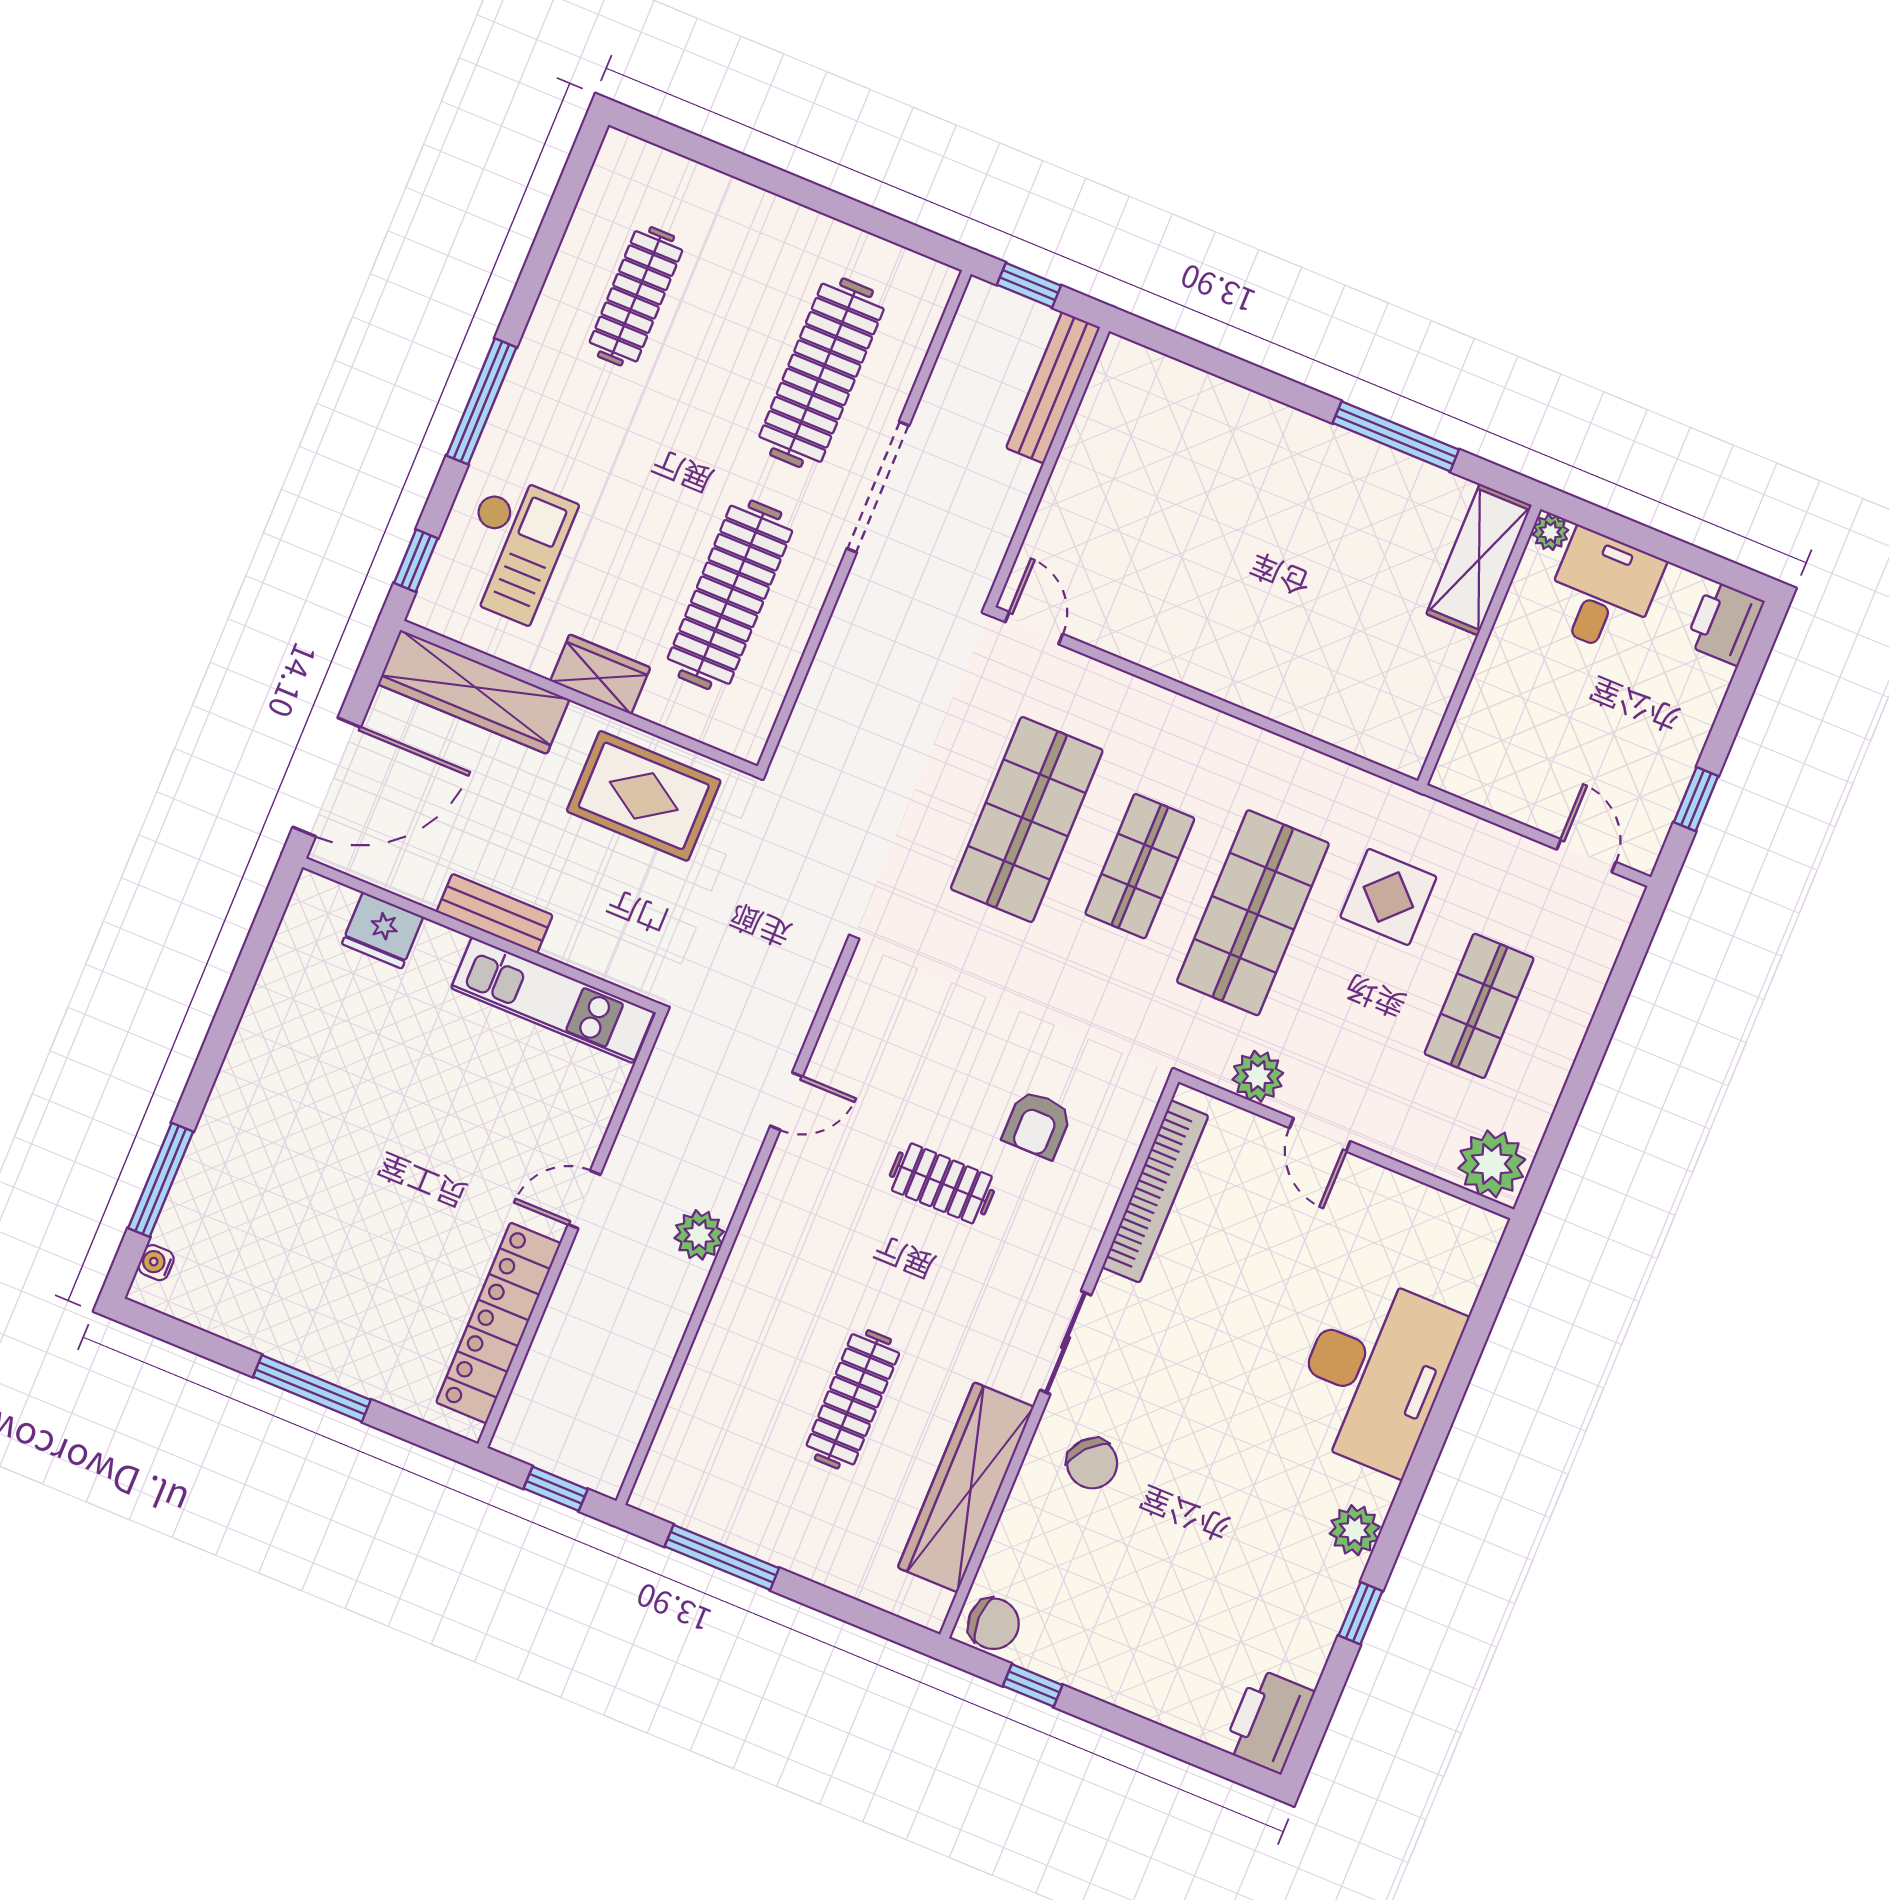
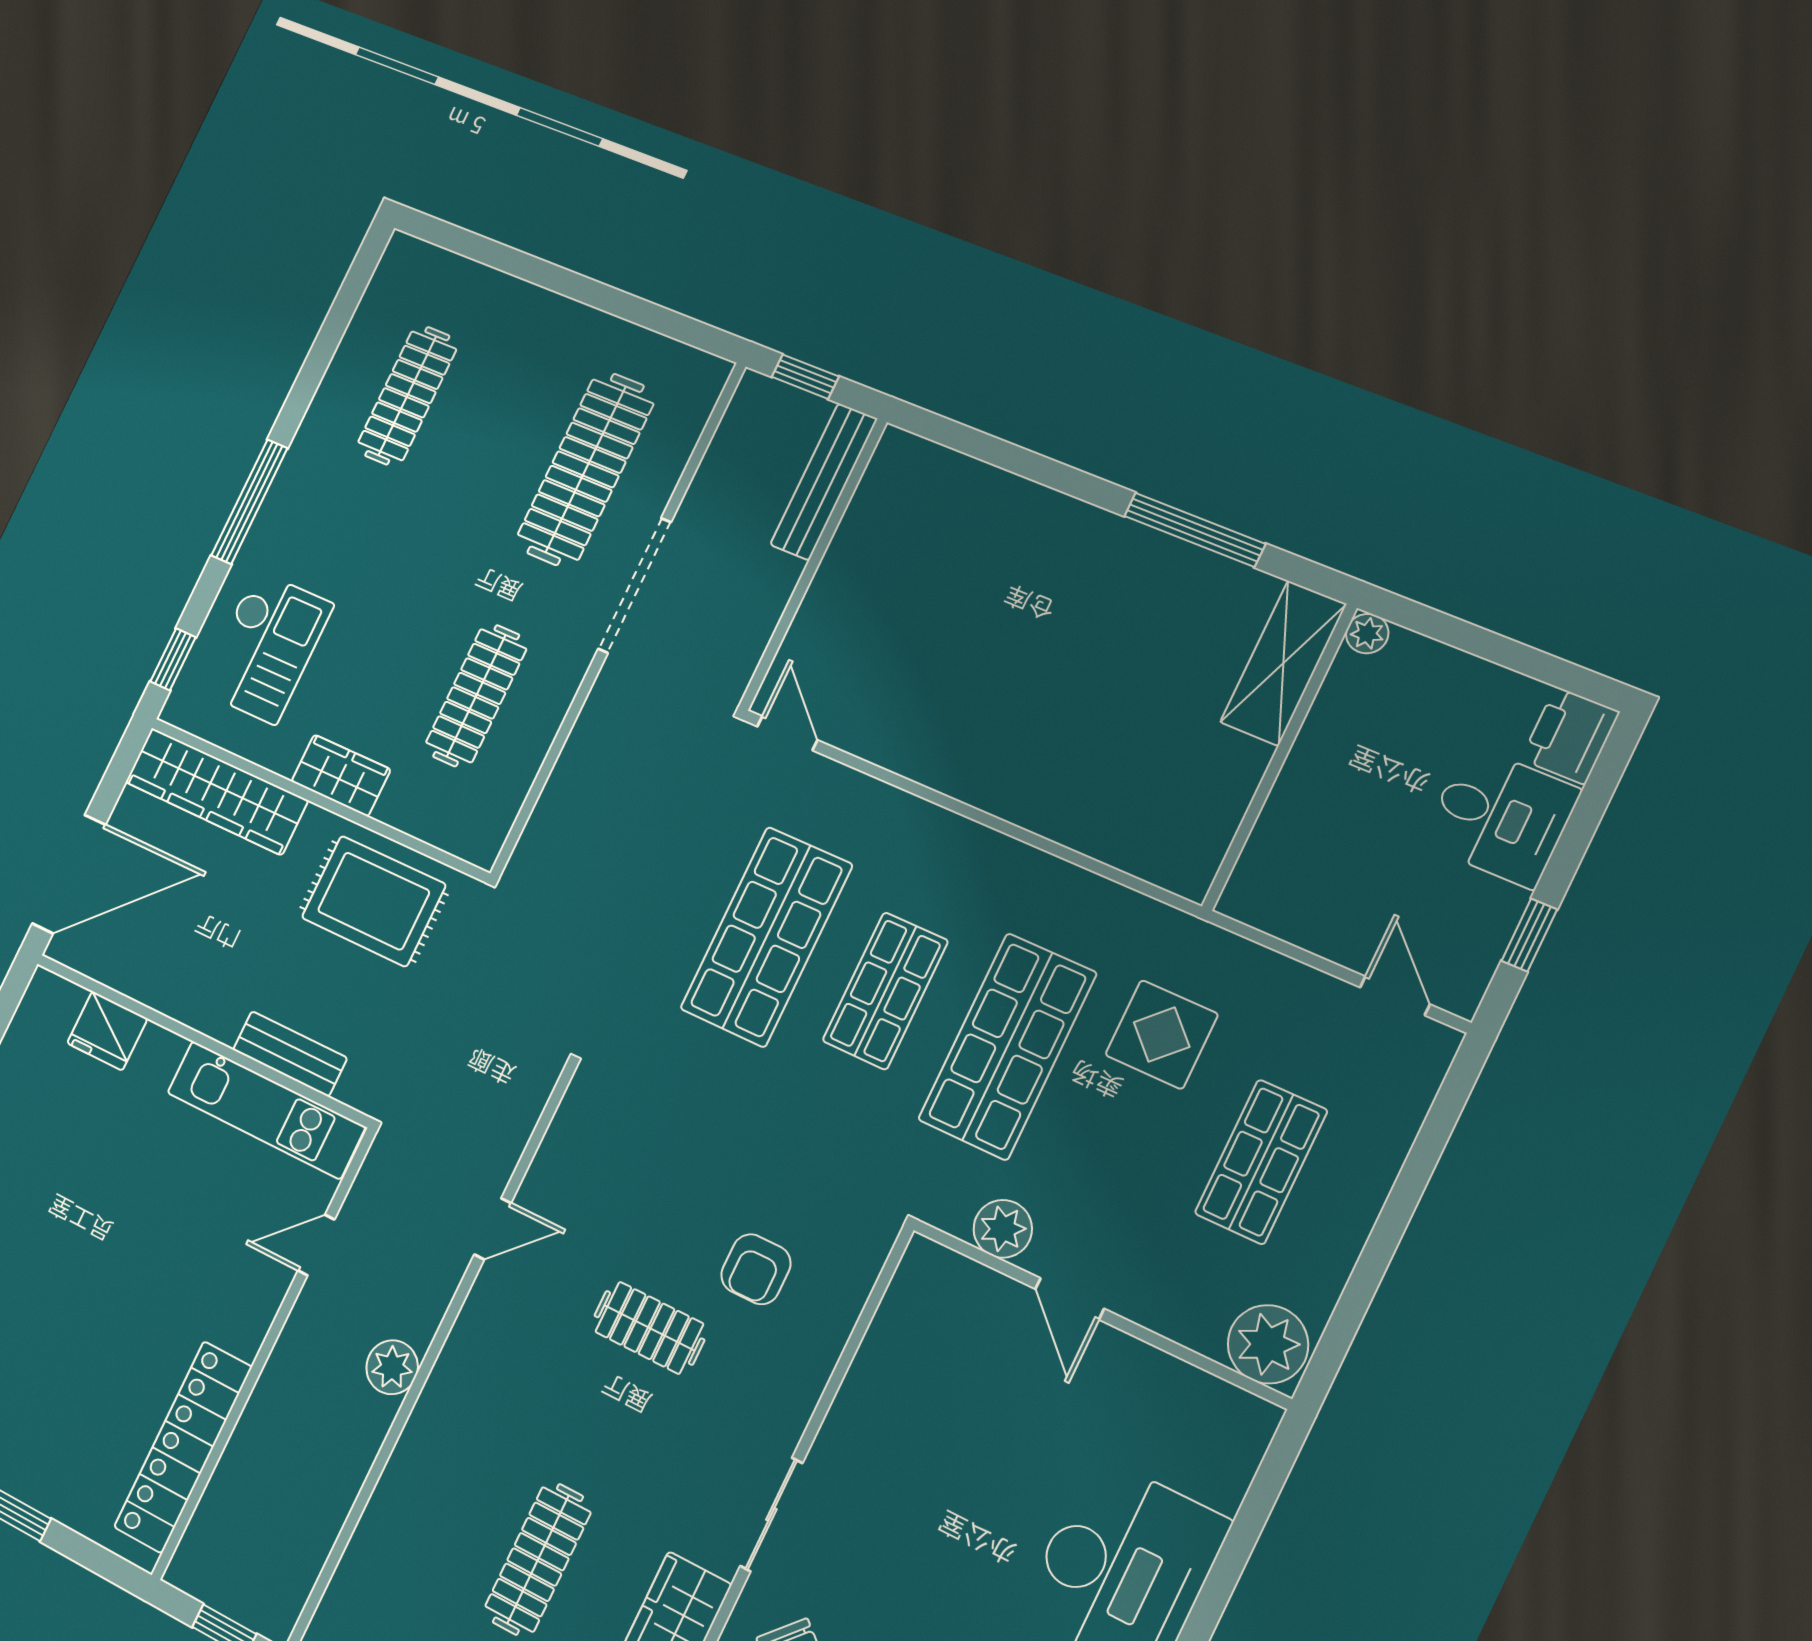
desk: (1603, 591) -> (1501, 817), moved, turned 90
clothes rail: (730, 595) -> (476, 696), width x0.73, depth x0.76
bench: (495, 913) -> (290, 1054), moved
bookcase: (1155, 1191) -> (881, 1352), removed
door: (584, 1200) -> (316, 1245), moved

